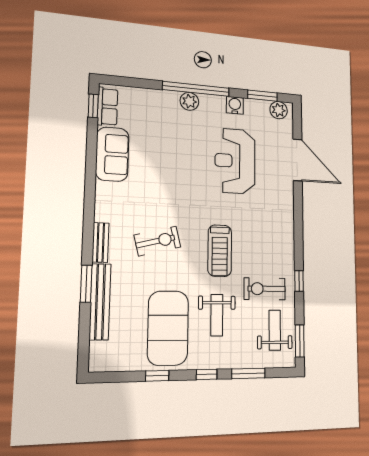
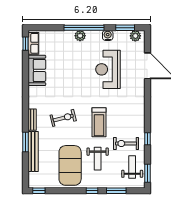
window: (157, 376) -> (39, 191), moved

